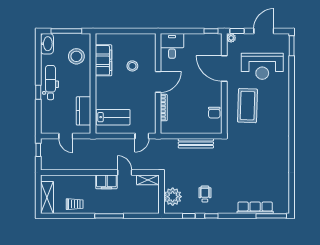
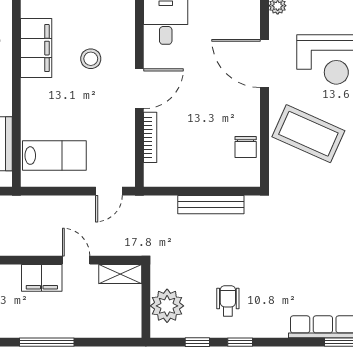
coffee table: (247, 106) -> (308, 134), turned -68

